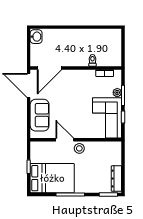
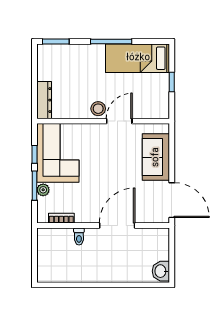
door: (49, 68) -> (117, 226), moved
door: (65, 140) -> (119, 121), swing flipped
bed: (52, 178) -> (138, 58), width x0.67
dresser: (116, 179) -> (44, 100), moved

